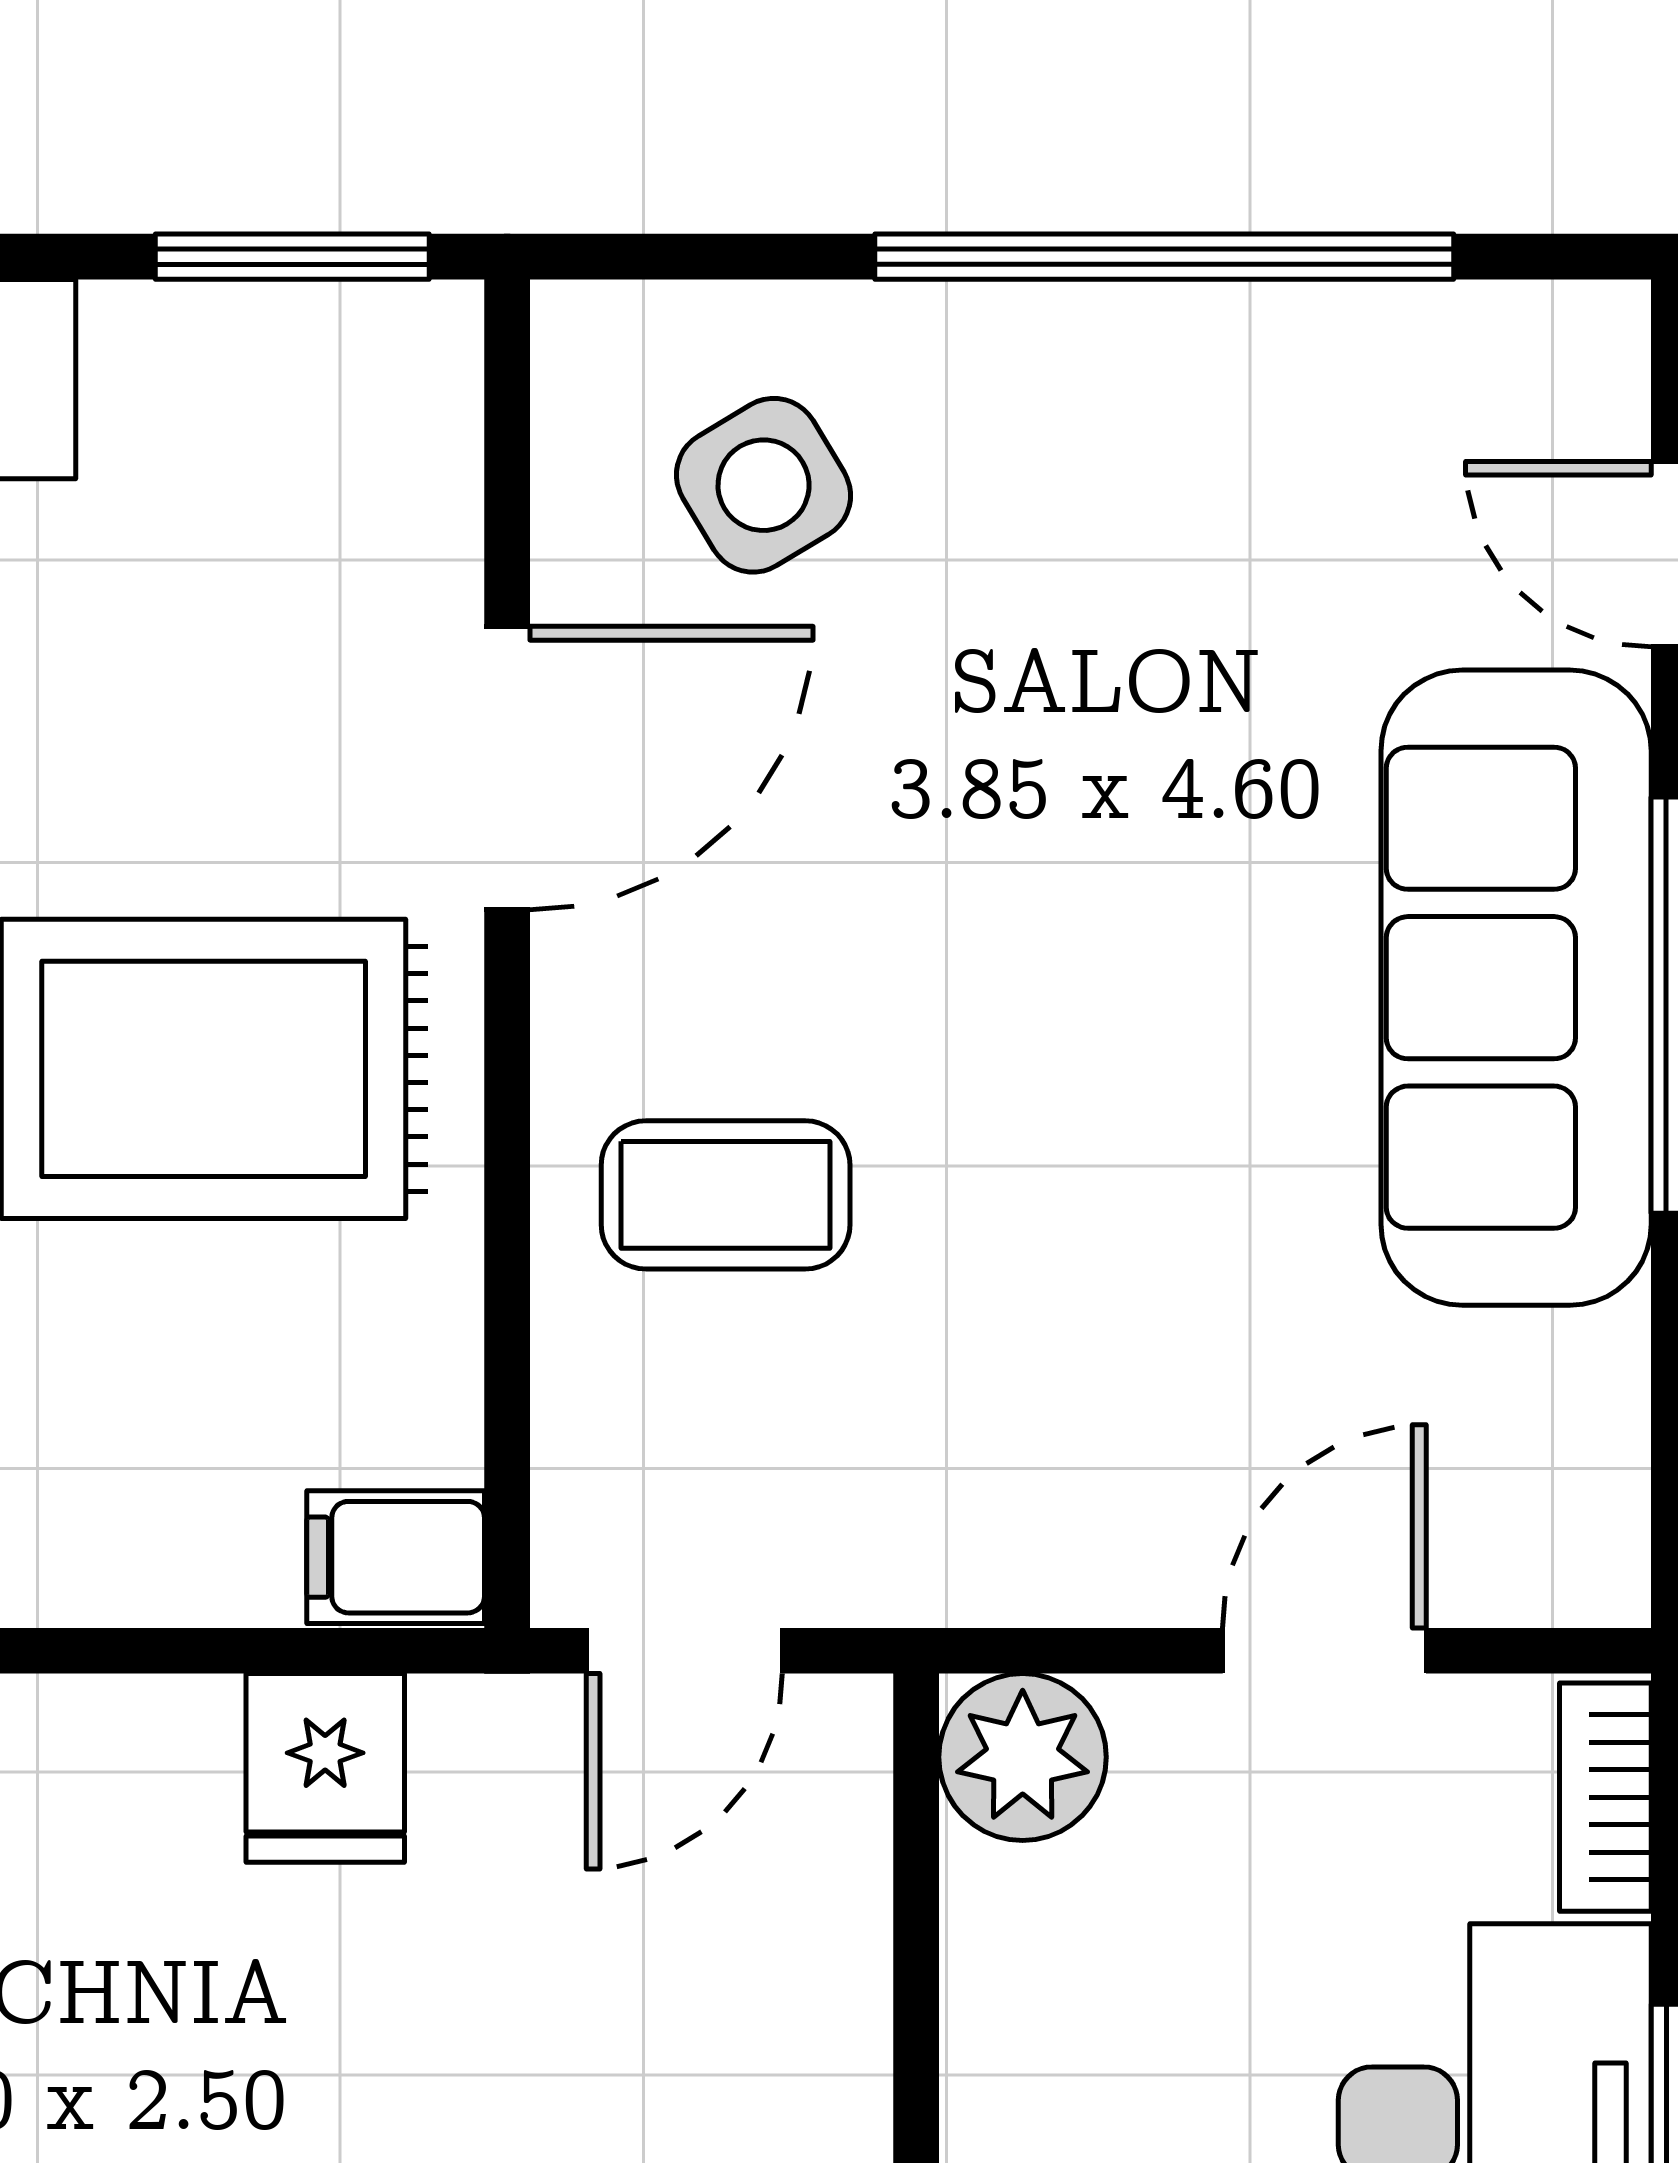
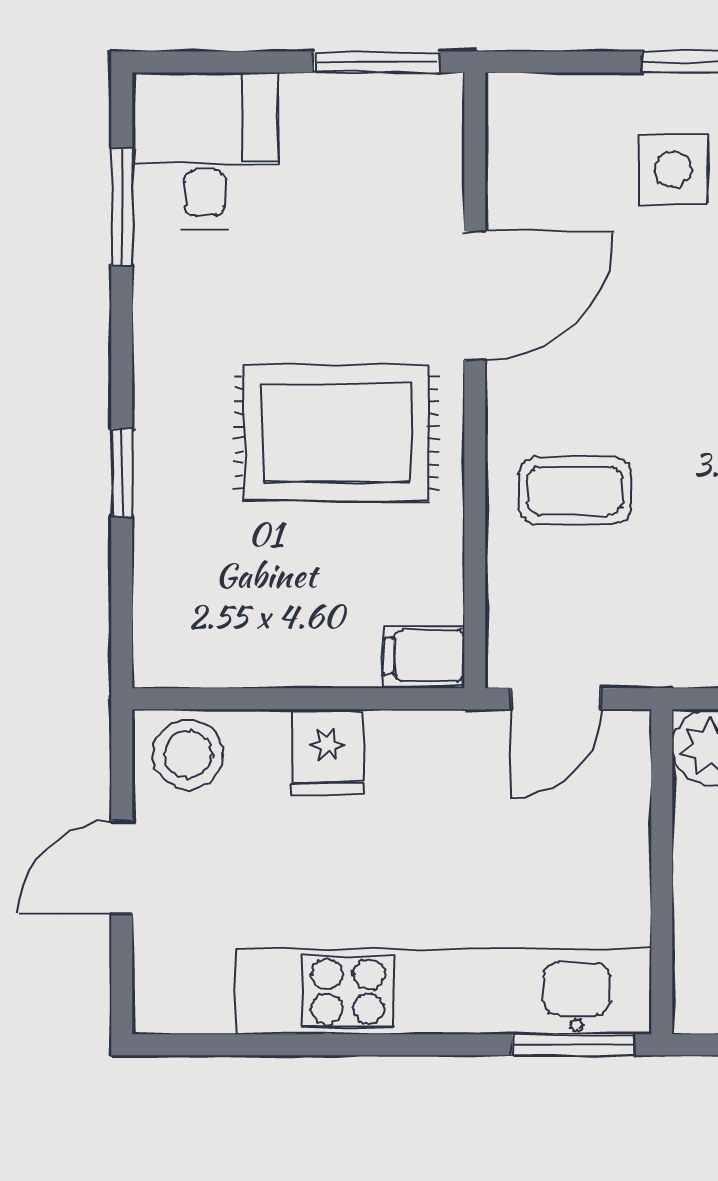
side table: (764, 485) -> (673, 170), moved, turned 31
fridge: (325, 1768) -> (327, 752), moved

